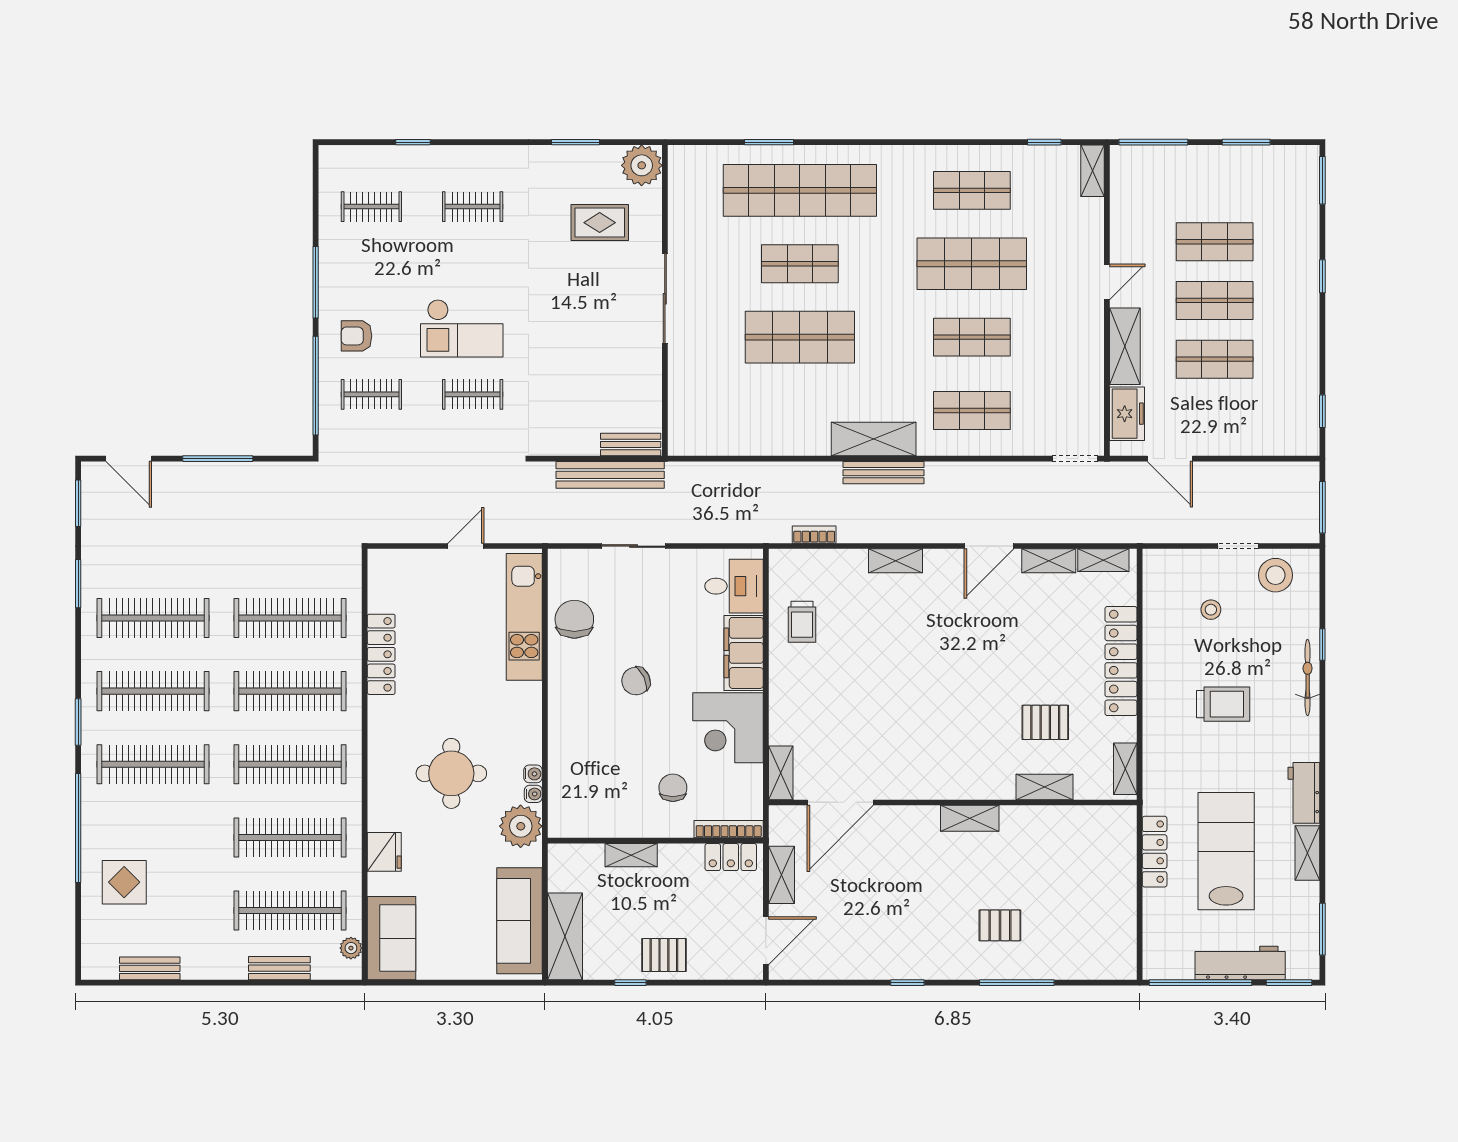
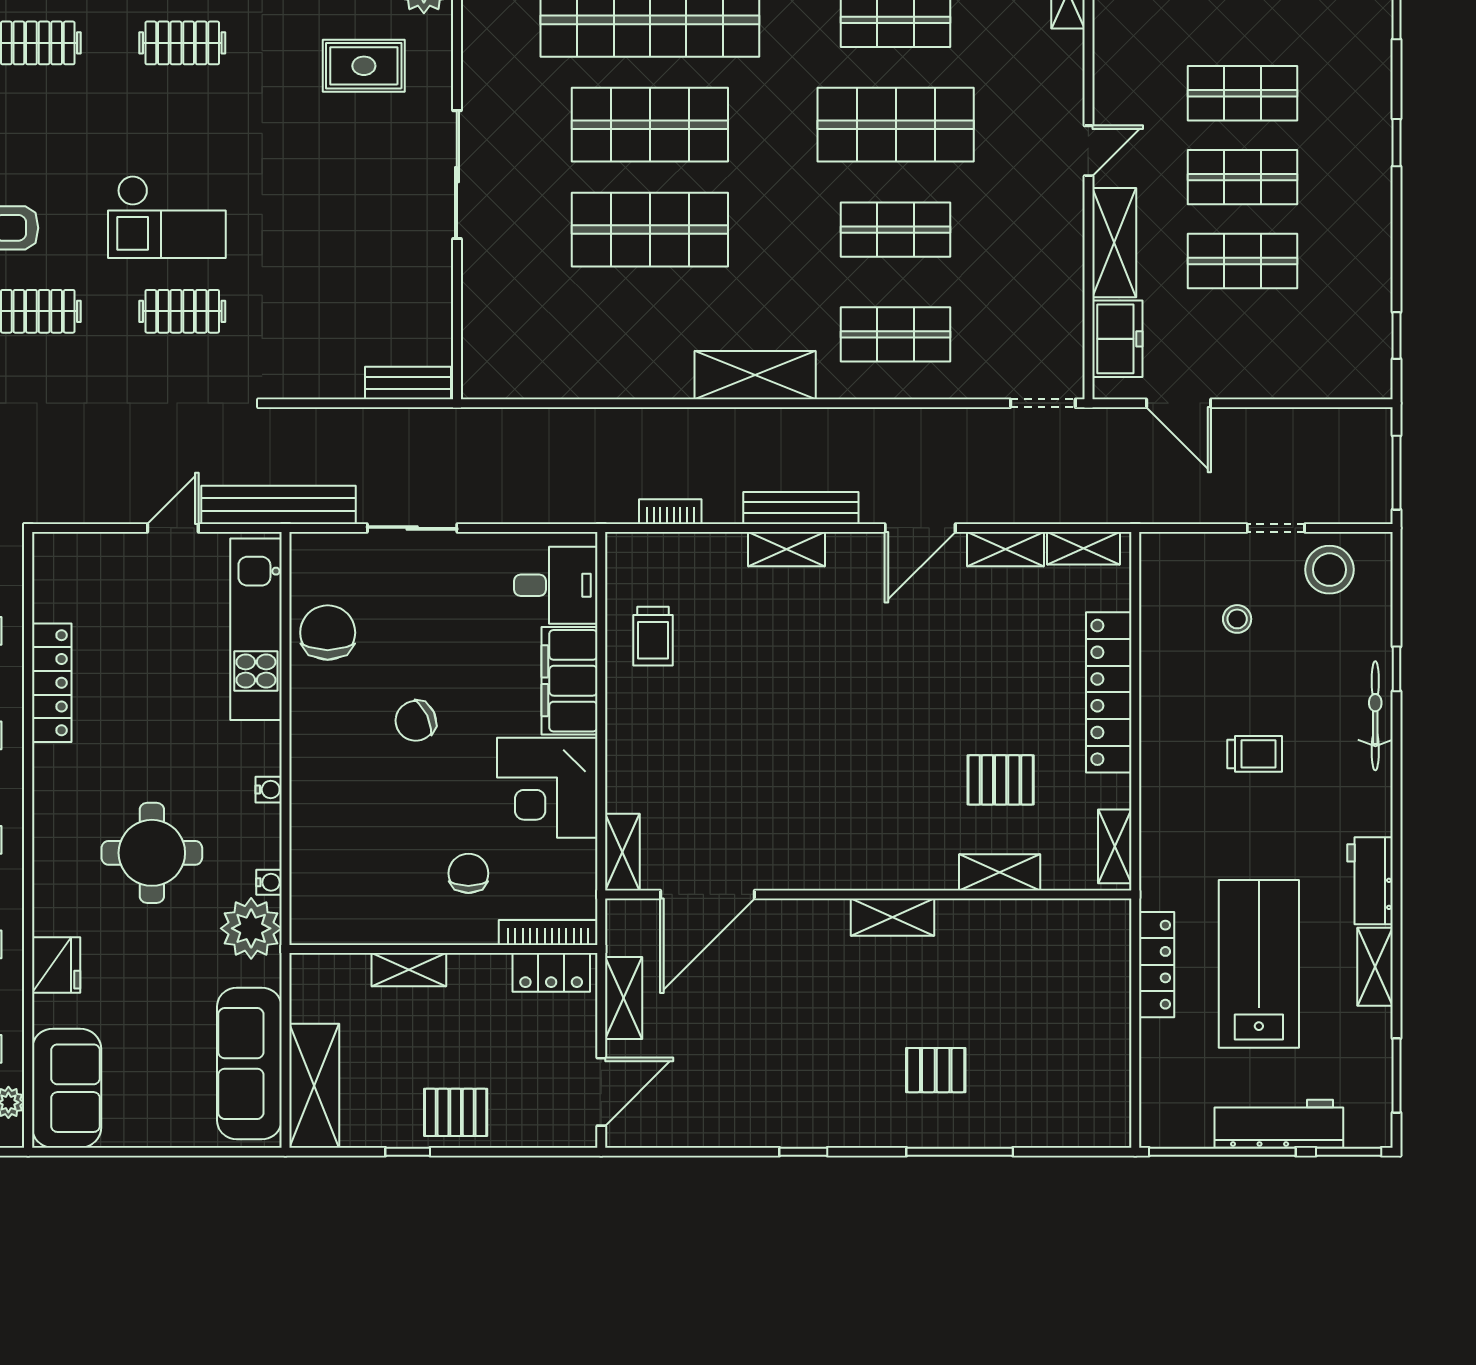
shop shelf: (800, 264) -> (650, 125), width x1.43, depth x1.36
bench: (883, 473) -> (801, 508), moved
bench: (610, 475) -> (279, 505), moved
trolley: (1223, 704) -> (1255, 754), width x0.73, depth x0.72
water cooler: (533, 774) -> (269, 790), moved

